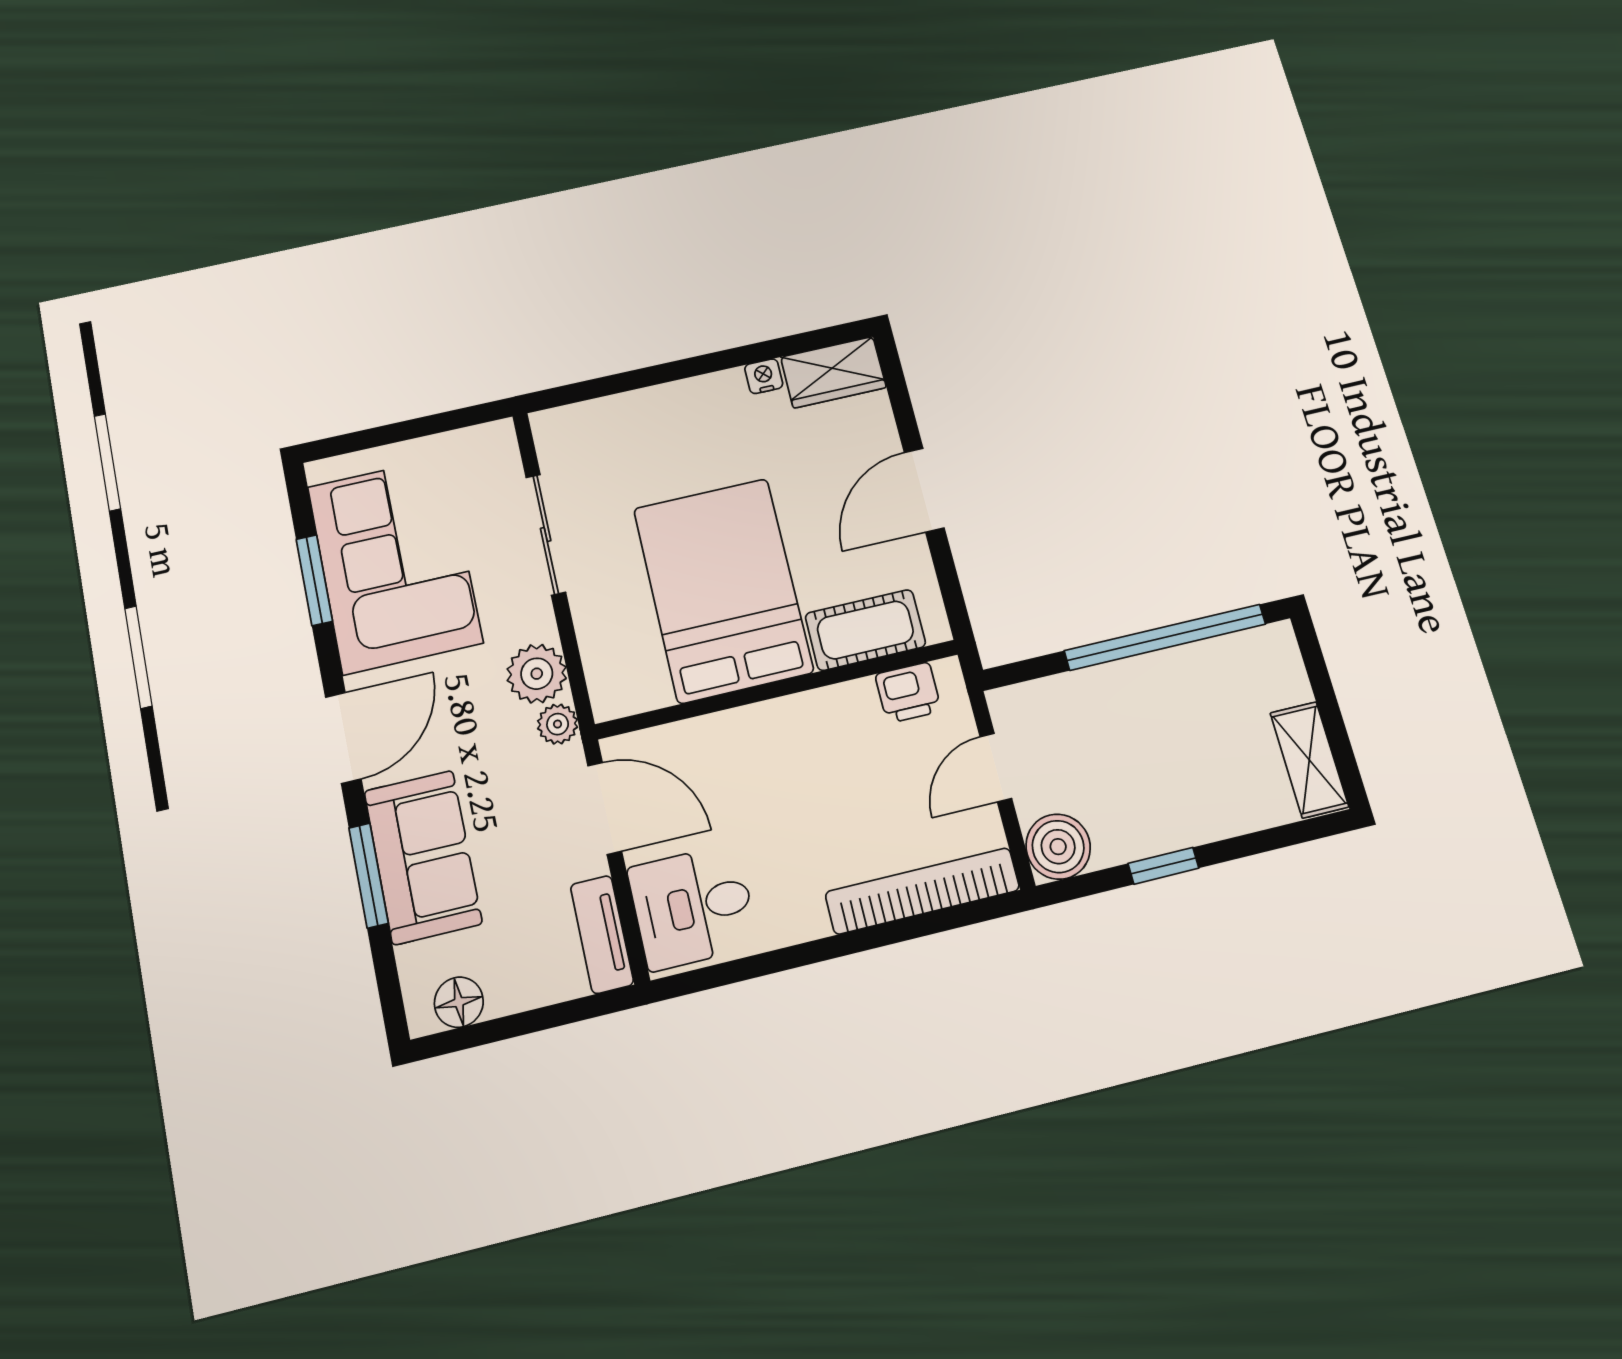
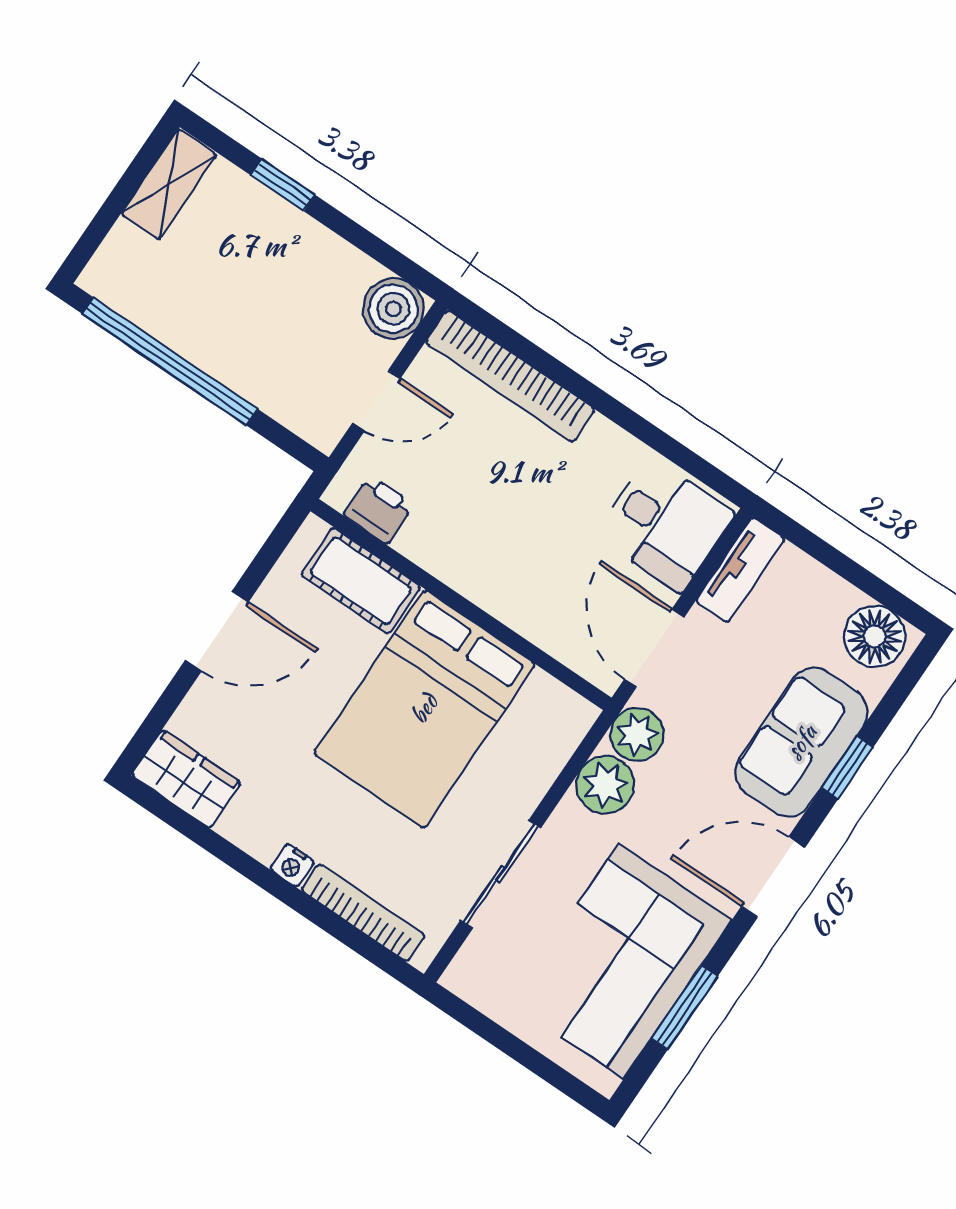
nightstand: (764, 376) -> (292, 865), moved
bookcase: (614, 410) -> (363, 913), added
plant: (558, 724) -> (637, 734), width x1.38, depth x1.38
window: (1163, 866) -> (283, 185), moved
window: (369, 875) -> (847, 768), width x0.67
floor lamp: (459, 1002) -> (875, 636), width x1.38, depth x1.38

